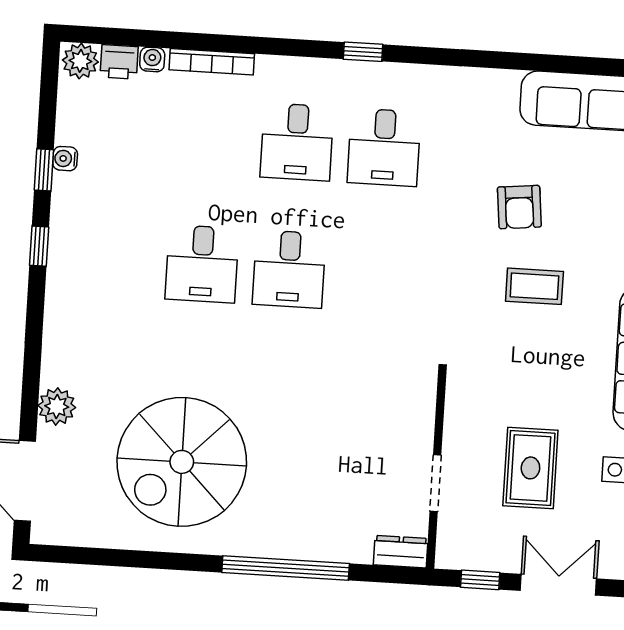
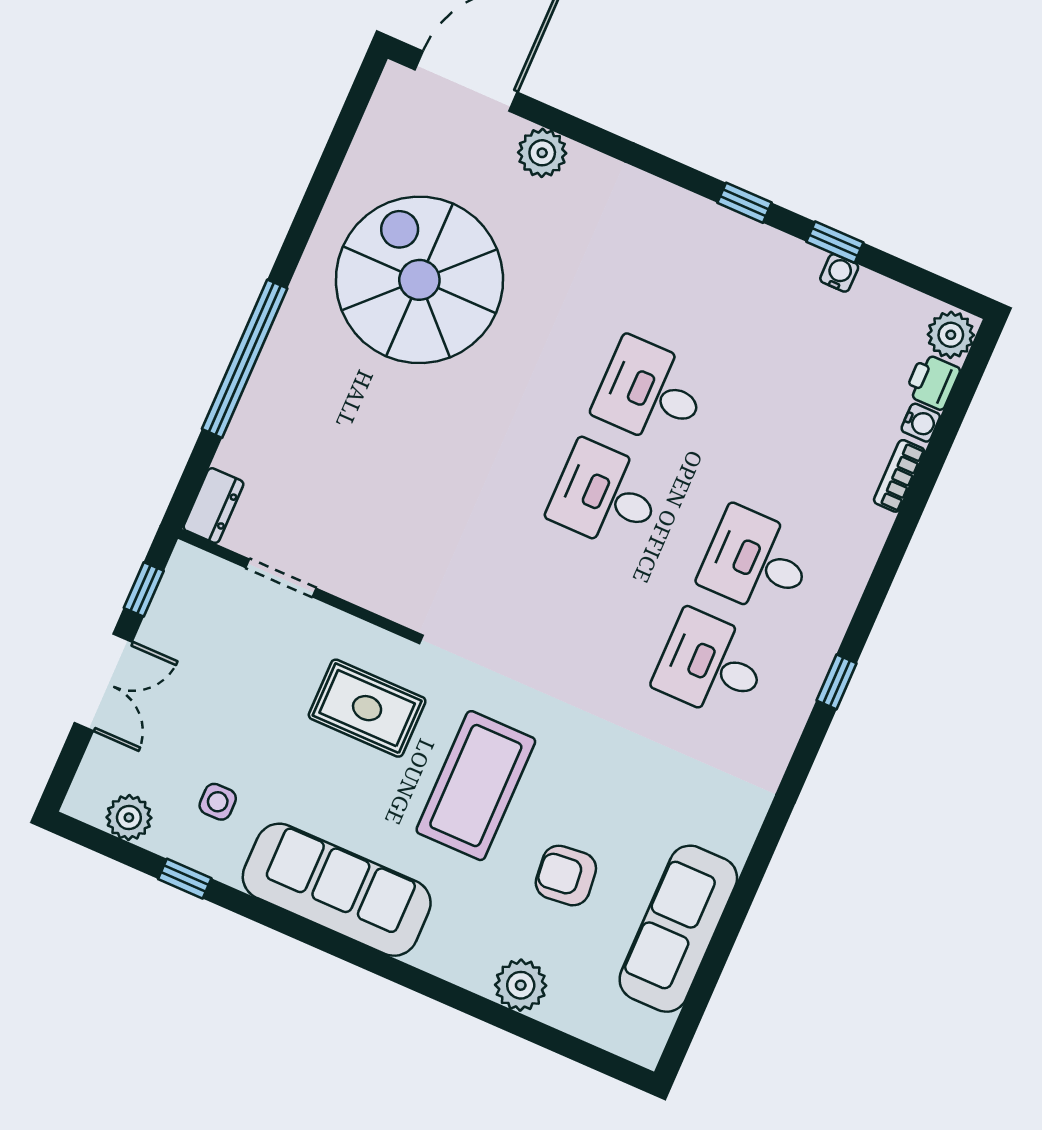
bookcase: (212, 62) -> (899, 476), width x0.64
armchair: (519, 207) -> (566, 876), moved
coffee table: (534, 286) -> (476, 786), width x1.86, depth x1.72
rug: (530, 468) -> (367, 708), moved

